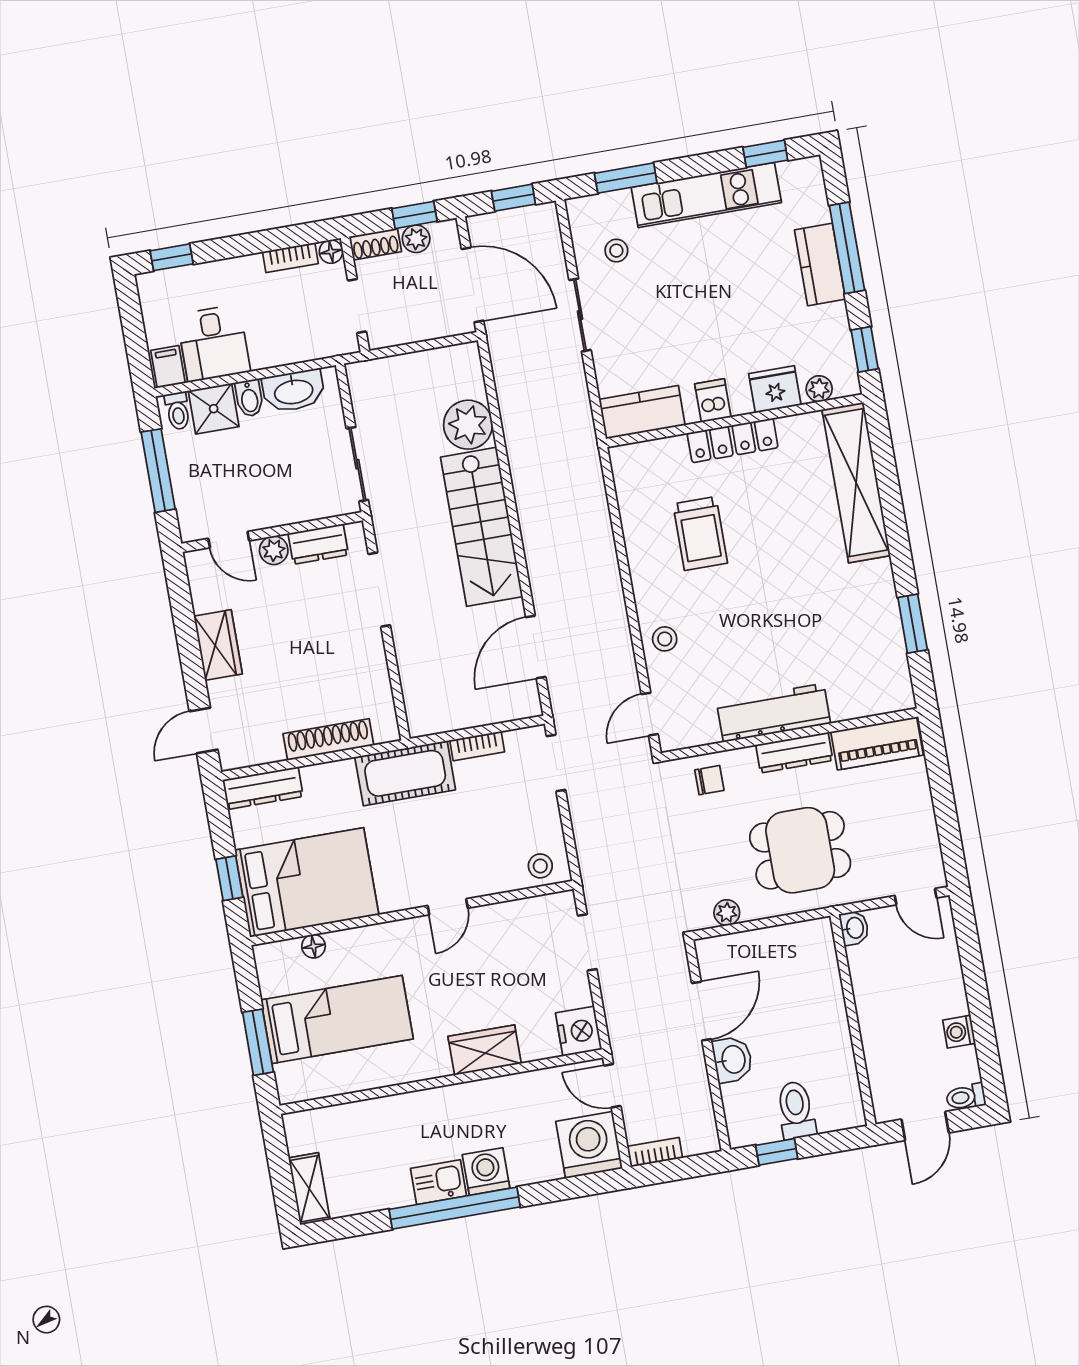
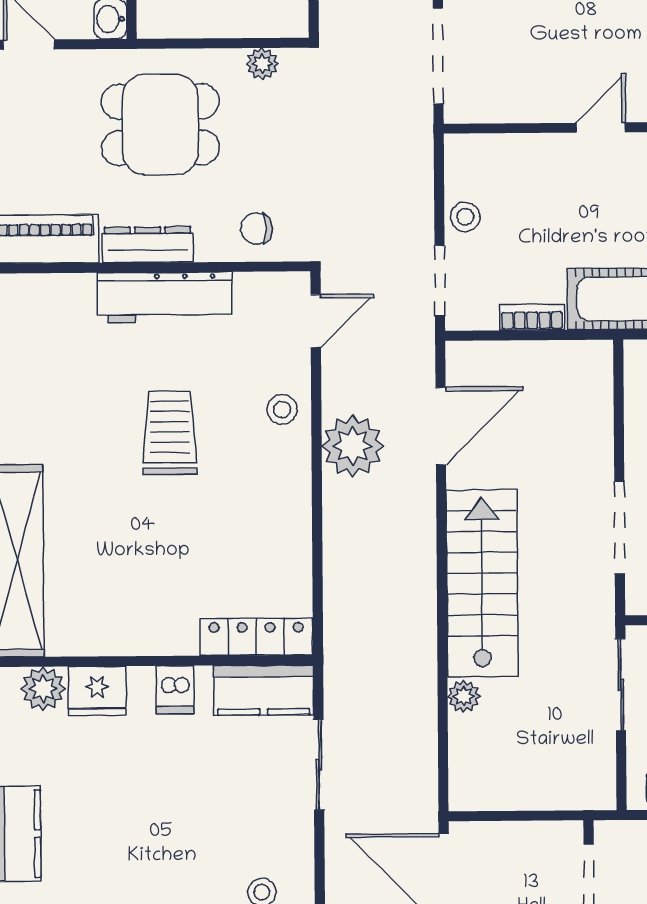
sliding door: (580, 315) -> (319, 765), moved
plant: (819, 389) -> (43, 689), width x1.38, depth x1.38
plant: (468, 425) -> (464, 696), width x0.53, depth x0.53
locker: (733, 440) -> (256, 637), moved
trolley: (700, 533) -> (170, 433), moved
plant: (603, 619) -> (353, 446), added
stool: (540, 866) -> (465, 217), moved
doorway: (587, 942) -> (438, 56), width x1.38

